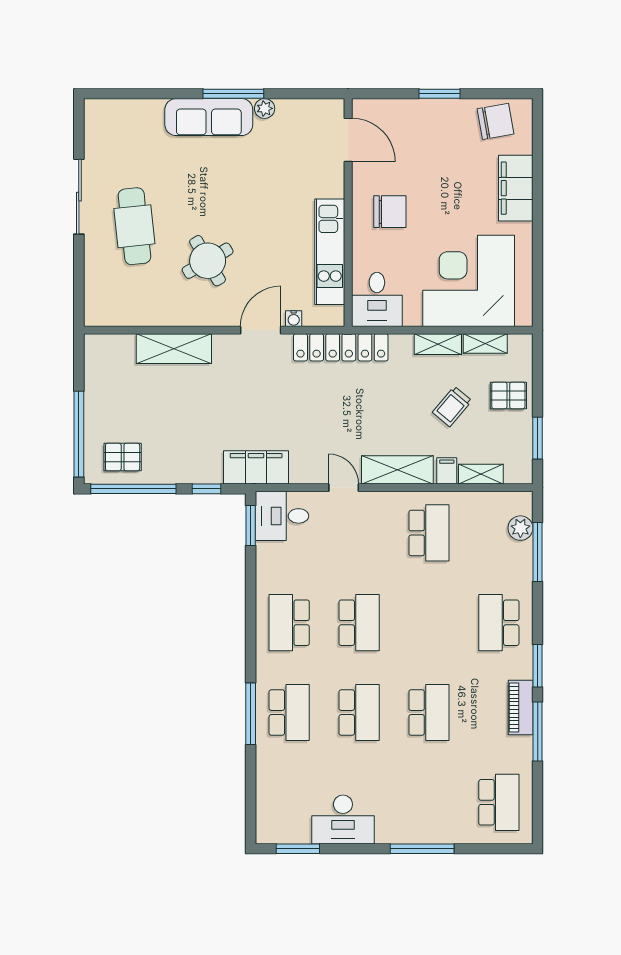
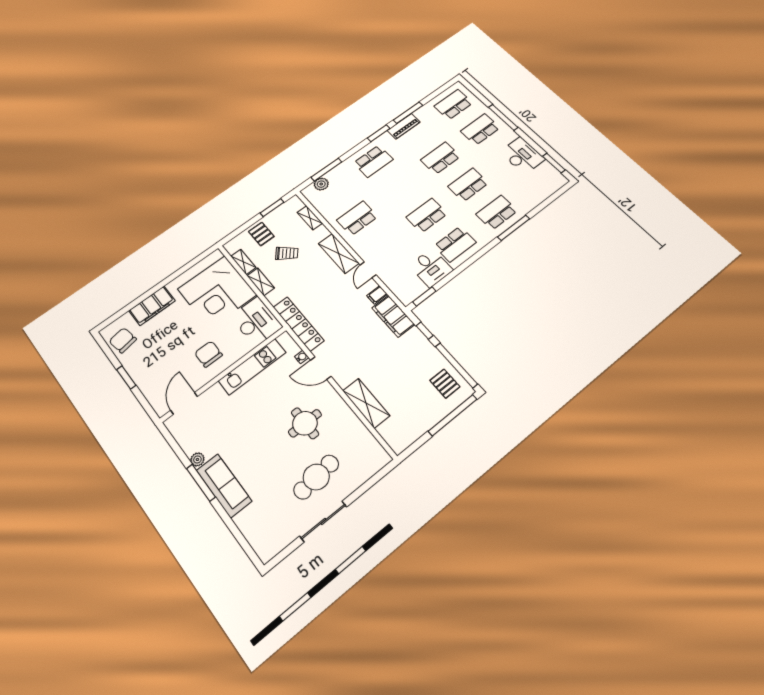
round table: (208, 261) -> (305, 423), turned 30
desk: (377, 299) -> (256, 322), width x1.37
filing cabinet: (447, 471) -> (377, 295), moved
desk: (282, 516) -> (431, 268), moved
school desk: (429, 802) -> (480, 129), added

